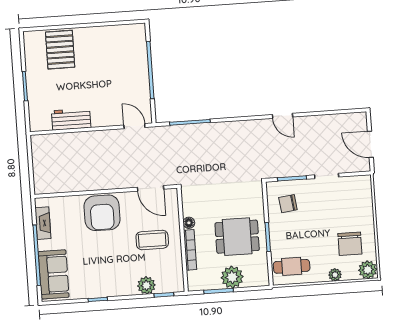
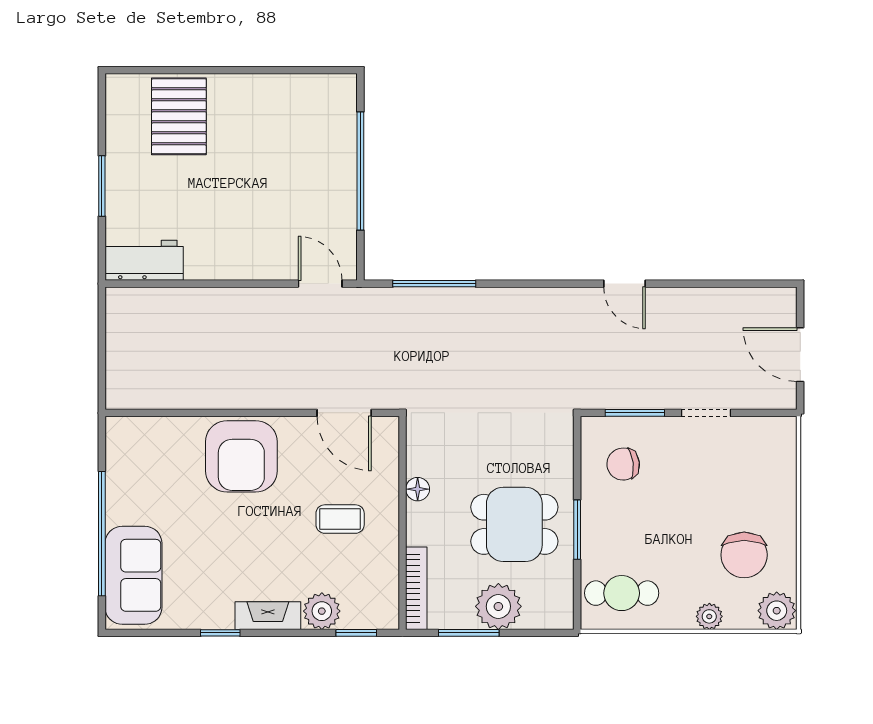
workbench: (71, 119) -> (144, 260), moved
fireplace: (43, 223) -> (268, 616), moved, turned -90
coffee table: (152, 240) -> (340, 519), width x0.73, depth x0.77
bookcase: (190, 250) -> (416, 588), moved

